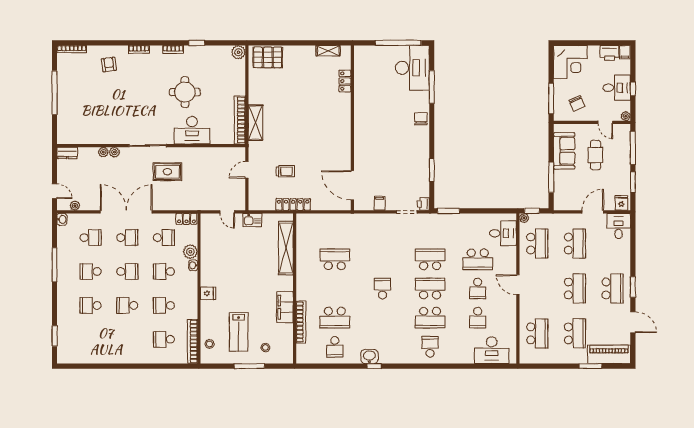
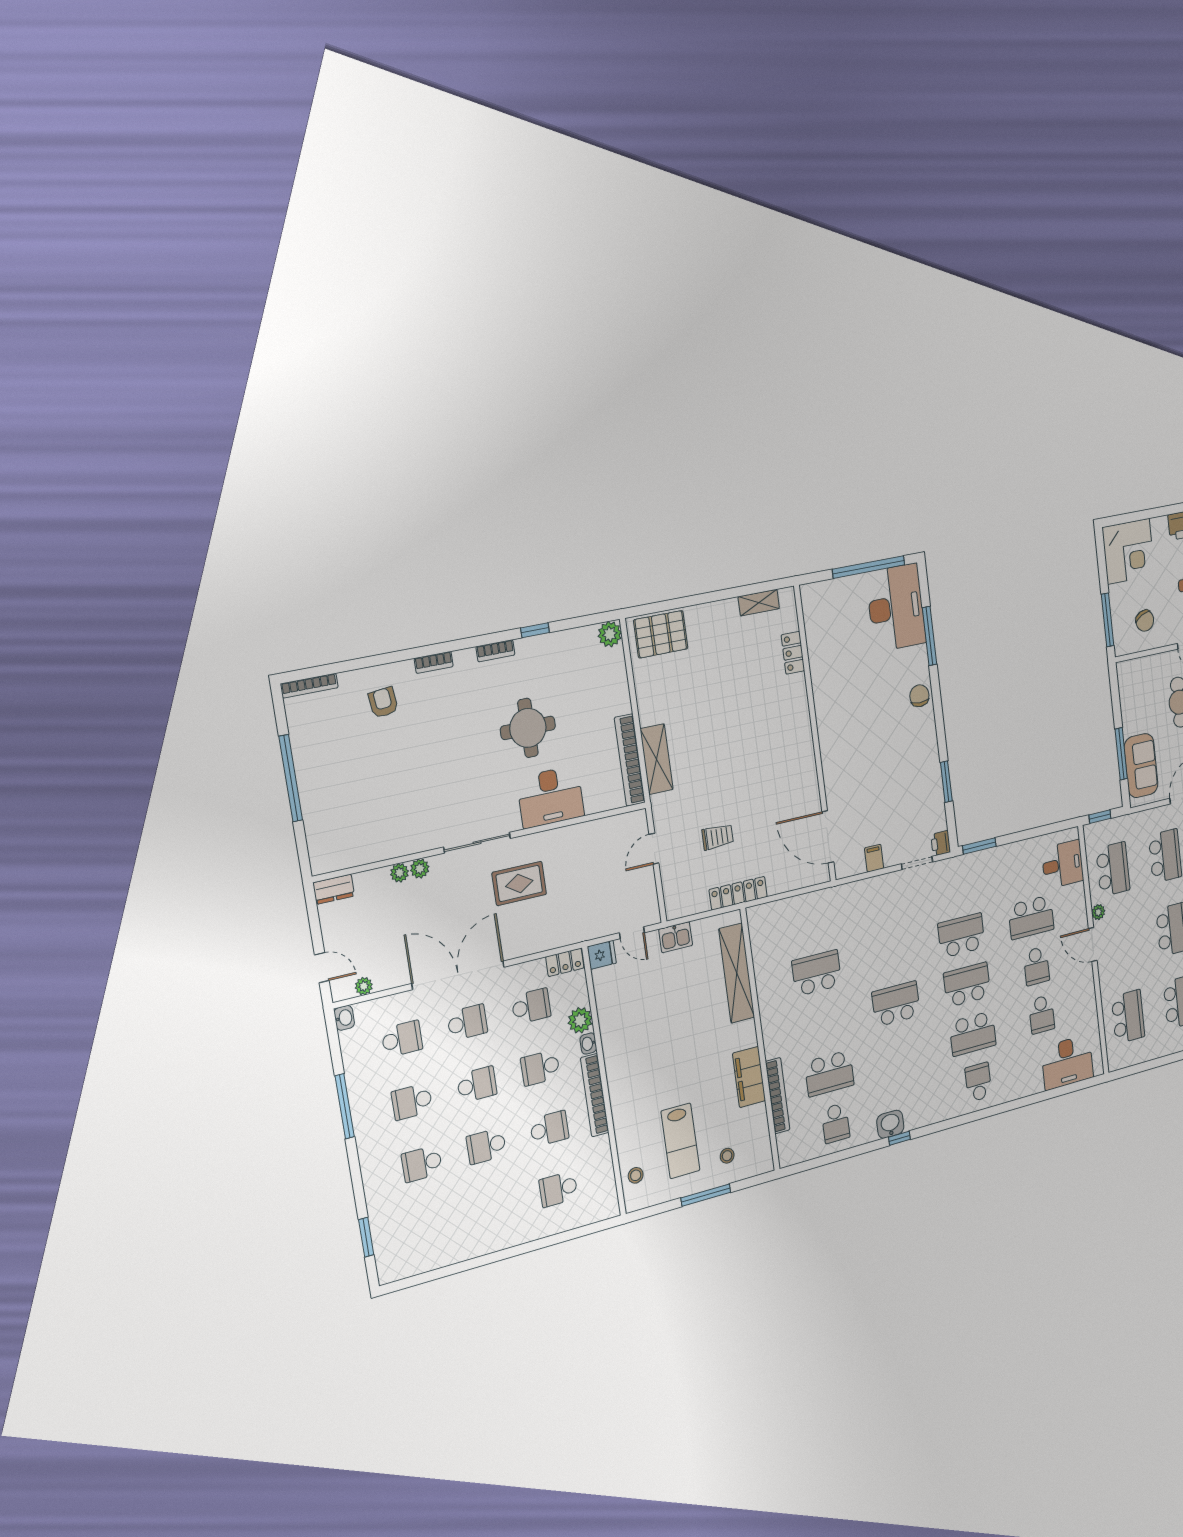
sofa: (564, 151) -> (1141, 766), moved
plant: (524, 218) -> (1098, 912), moved
school desk: (382, 288) -> (896, 1004), width x1.85
fridge: (208, 293) -> (602, 955), moved
school desk: (164, 305) -> (549, 1129), turned 180
bookcase: (192, 341) -> (595, 1095), moved

